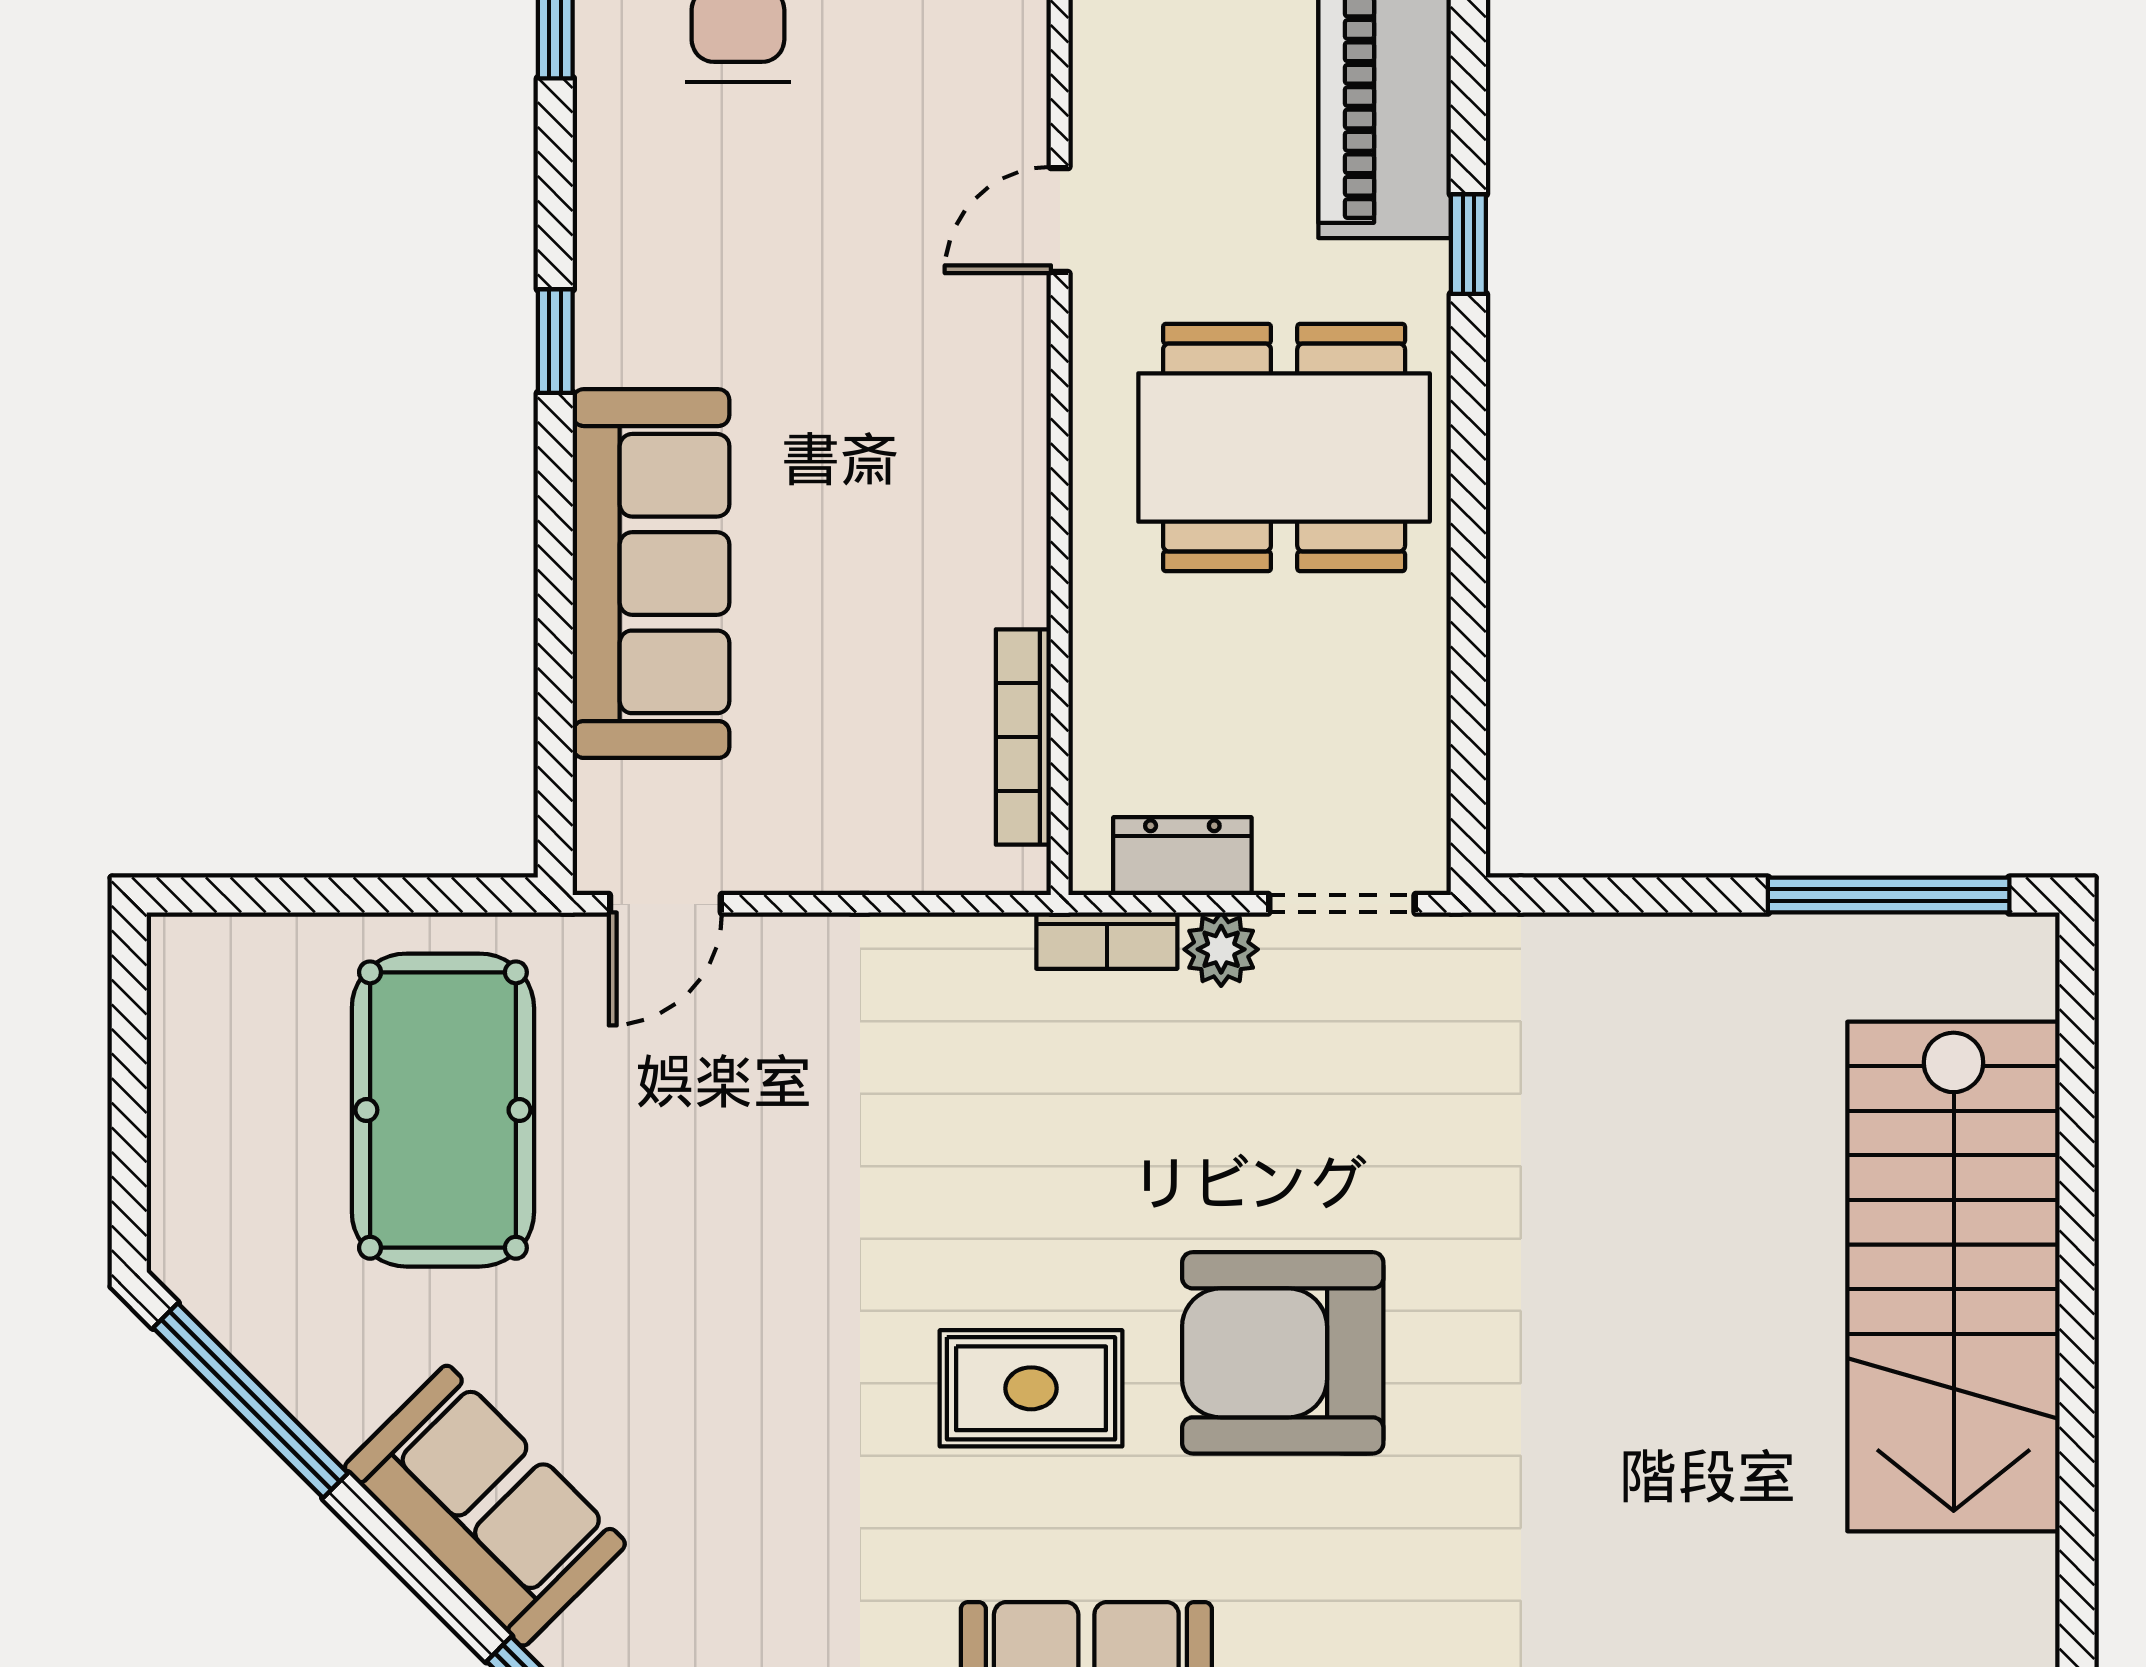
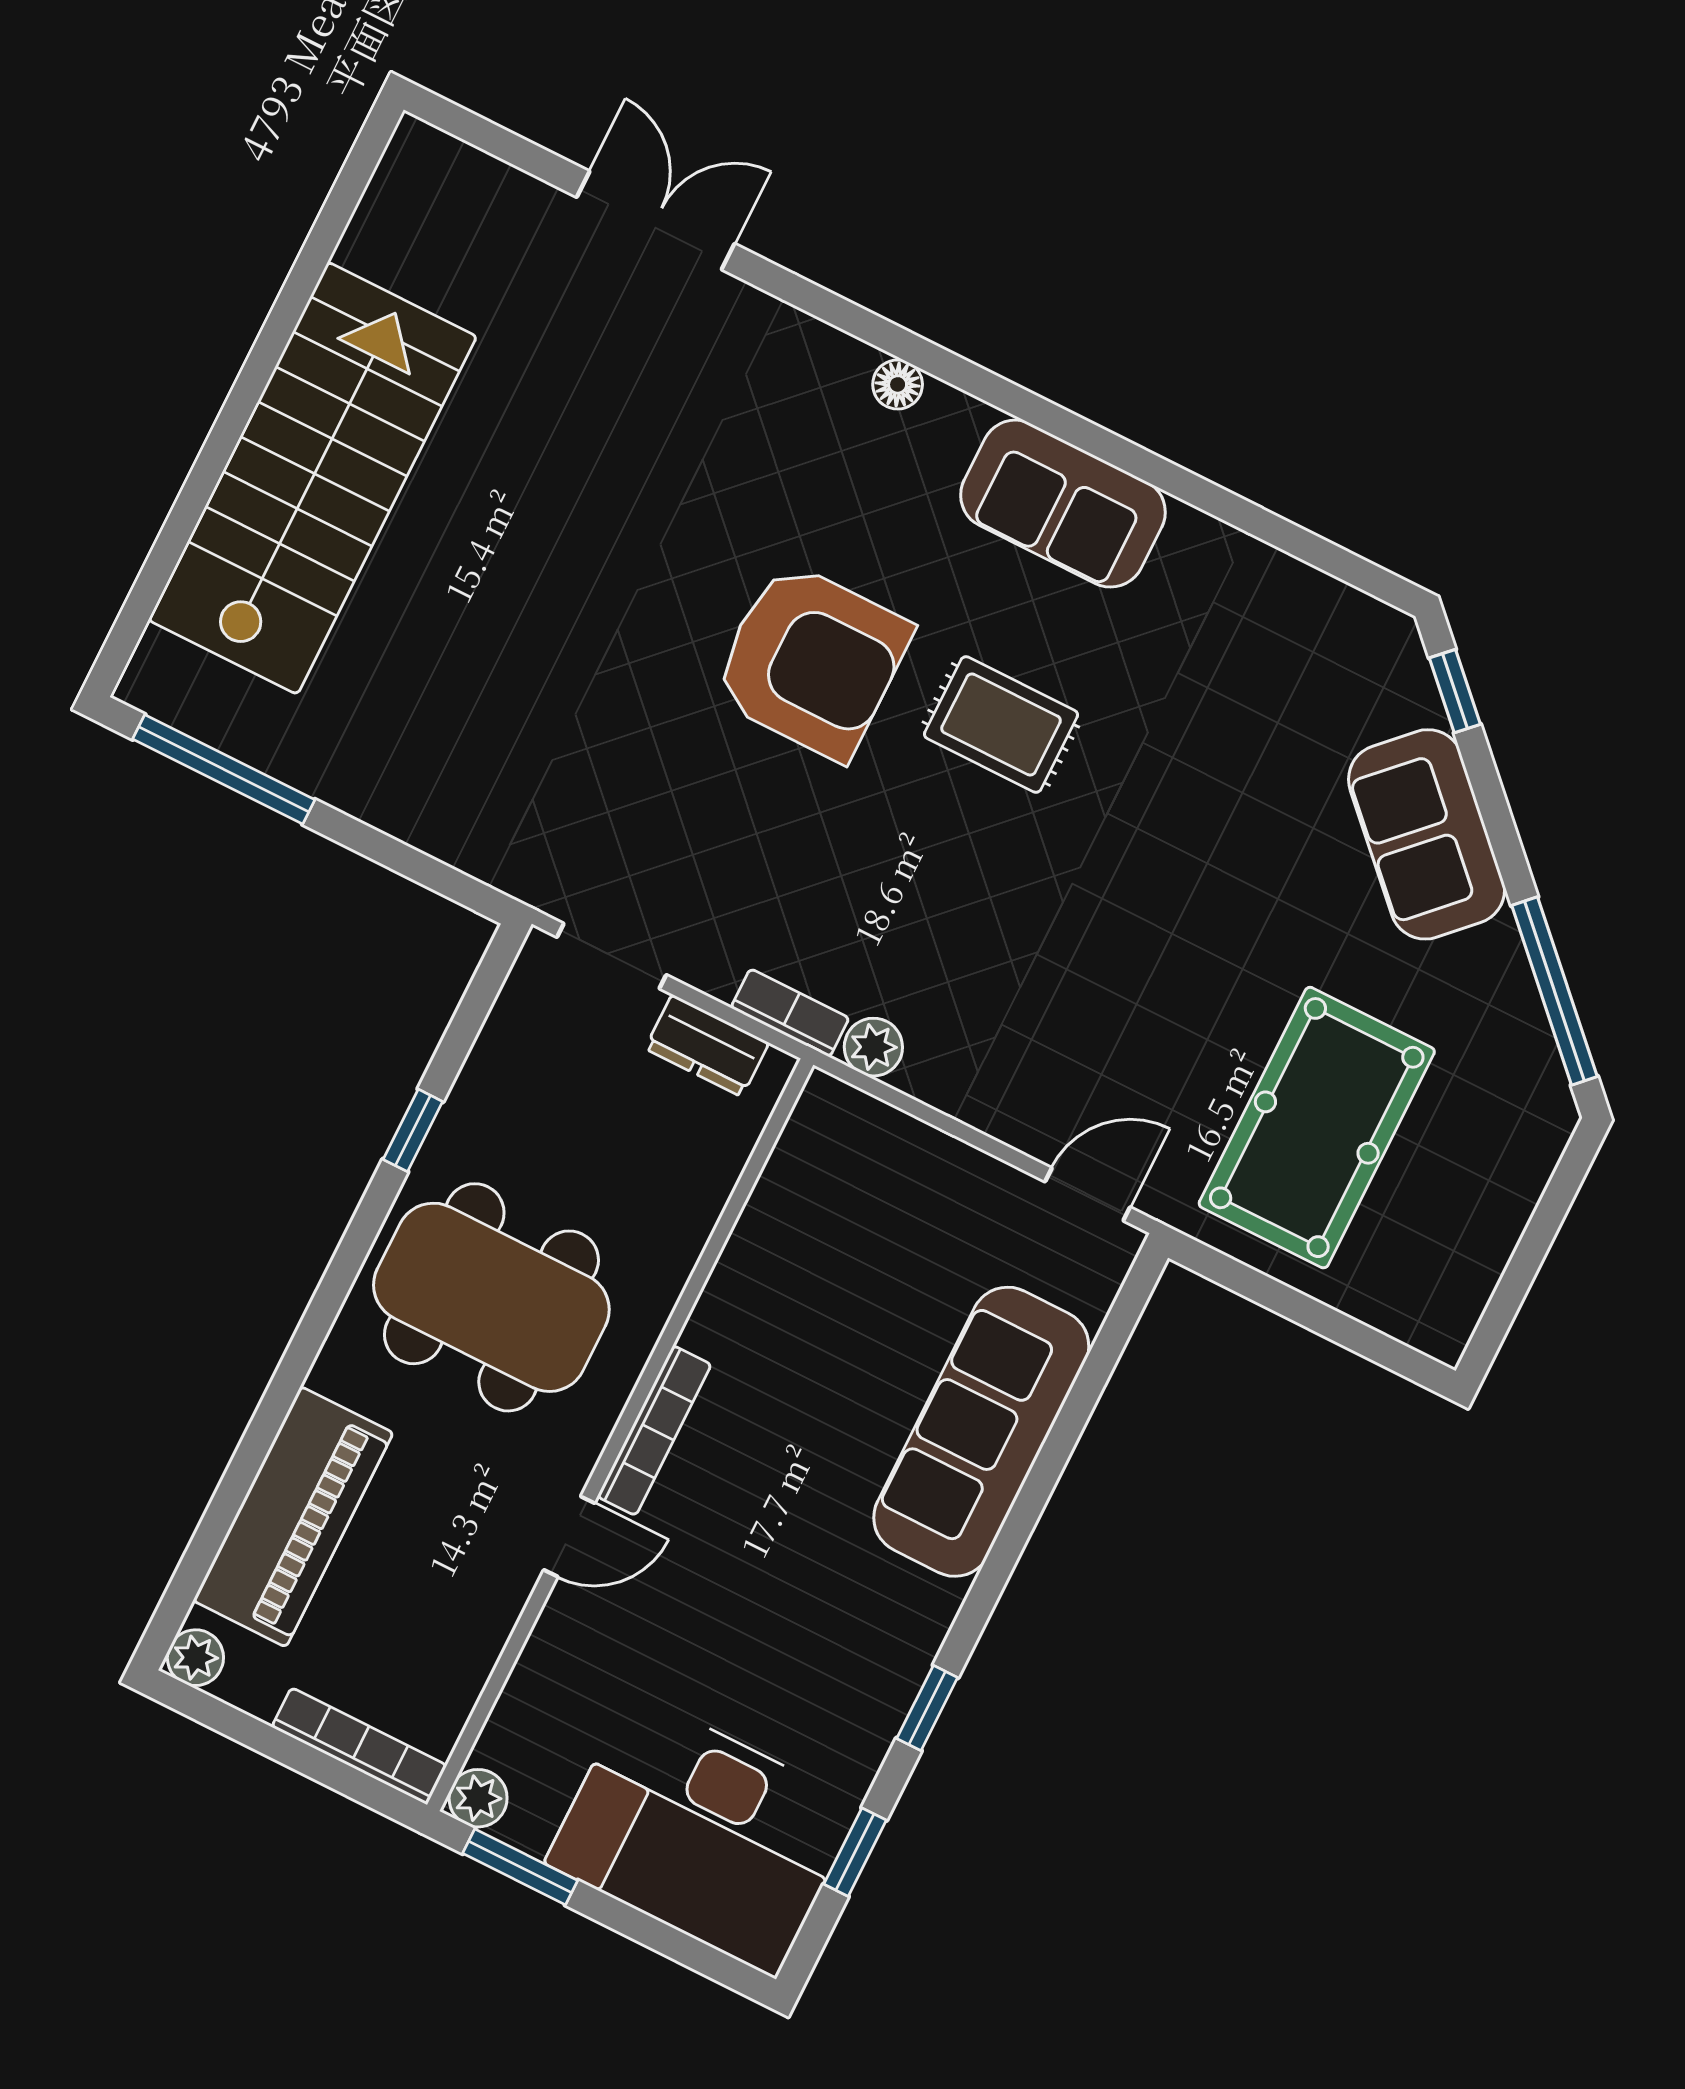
window: (1468, 244) -> (413, 1130), moved
window: (555, 341) -> (927, 1708), moved
bookcase: (1023, 737) -> (654, 1431), moved
plant: (1221, 949) -> (873, 1047), moved

